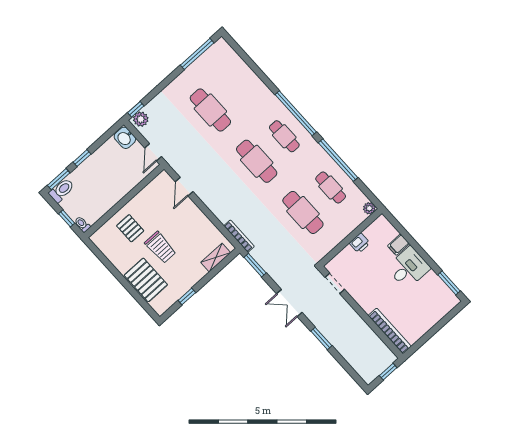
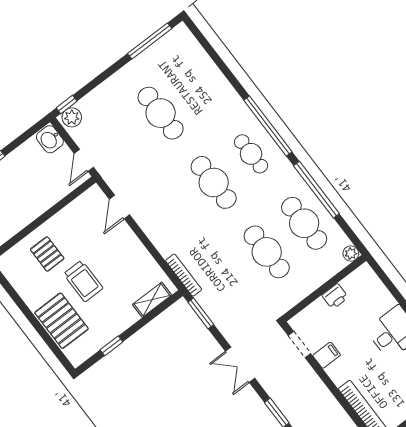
cafe table: (331, 188) -> (304, 223), width x1.37, depth x1.35
filing cabinet: (398, 245) -> (327, 355), moved, turned 180

